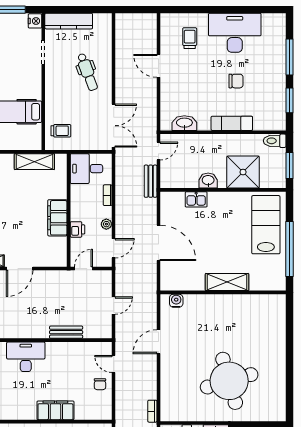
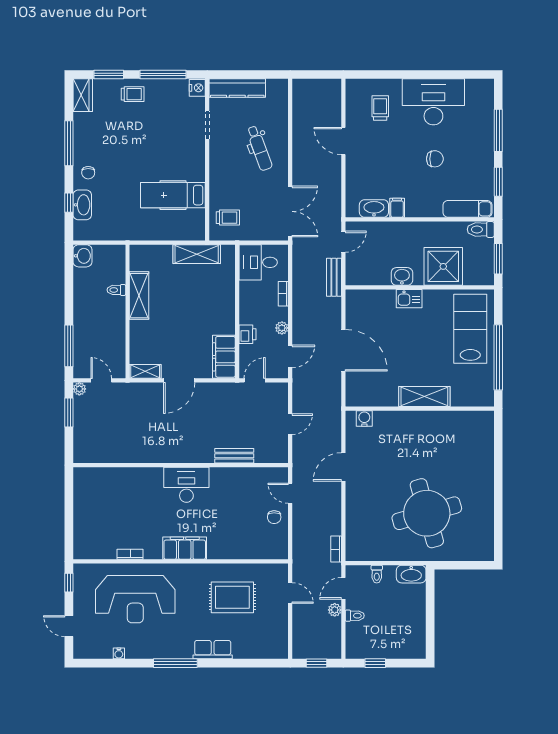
filing cabinet: (204, 122) -> (397, 208), added
exam couch: (232, 123) -> (467, 209), moved
kitchen sink: (196, 199) -> (409, 299), moved
filing cabinet: (57, 218) -> (224, 357), moved
filing cabinet: (55, 410) -> (185, 548), moved

